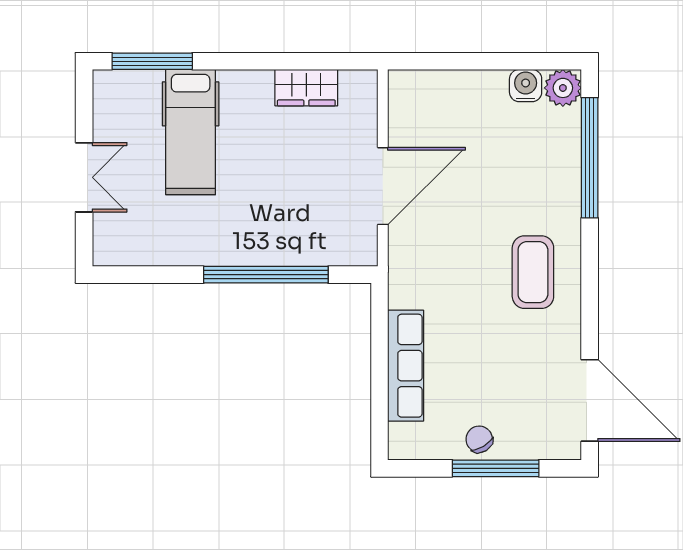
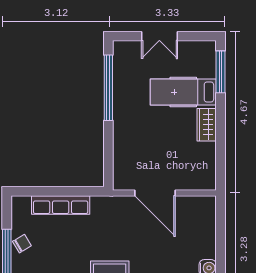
wardrobe: (306, 88) -> (207, 125), moved
window: (266, 275) -> (108, 88), moved

